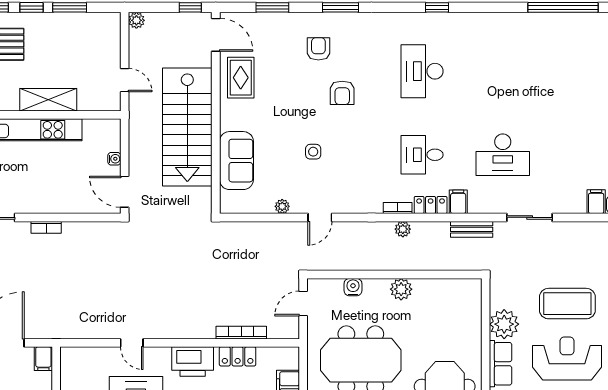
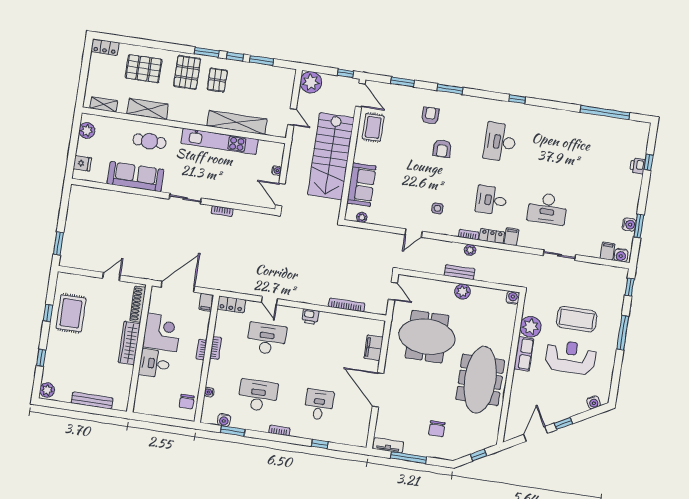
plant: (136, 20) -> (311, 82), width x1.88, depth x1.88
shelving: (48, 100) -> (237, 122), width x1.47
side table: (313, 152) -> (437, 208), moved
plant: (282, 206) -> (362, 217), moved
bench: (472, 229) -> (460, 272), moved
water cooler: (353, 287) -> (513, 298), moved
door: (303, 304) -> (393, 291), swing flipped
locker: (238, 356) -> (231, 304), moved
printer: (193, 362) -> (310, 317), width x0.53, depth x0.68

